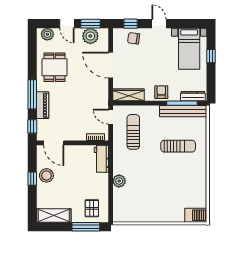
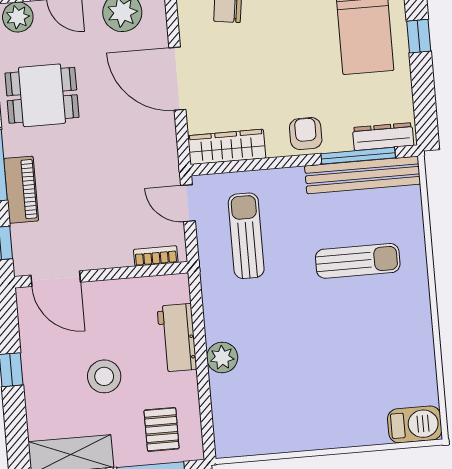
dining table: (55, 67) -> (42, 95), turned 90
workbench: (101, 159) -> (177, 338), moved
stool: (46, 175) -> (104, 376), moved

